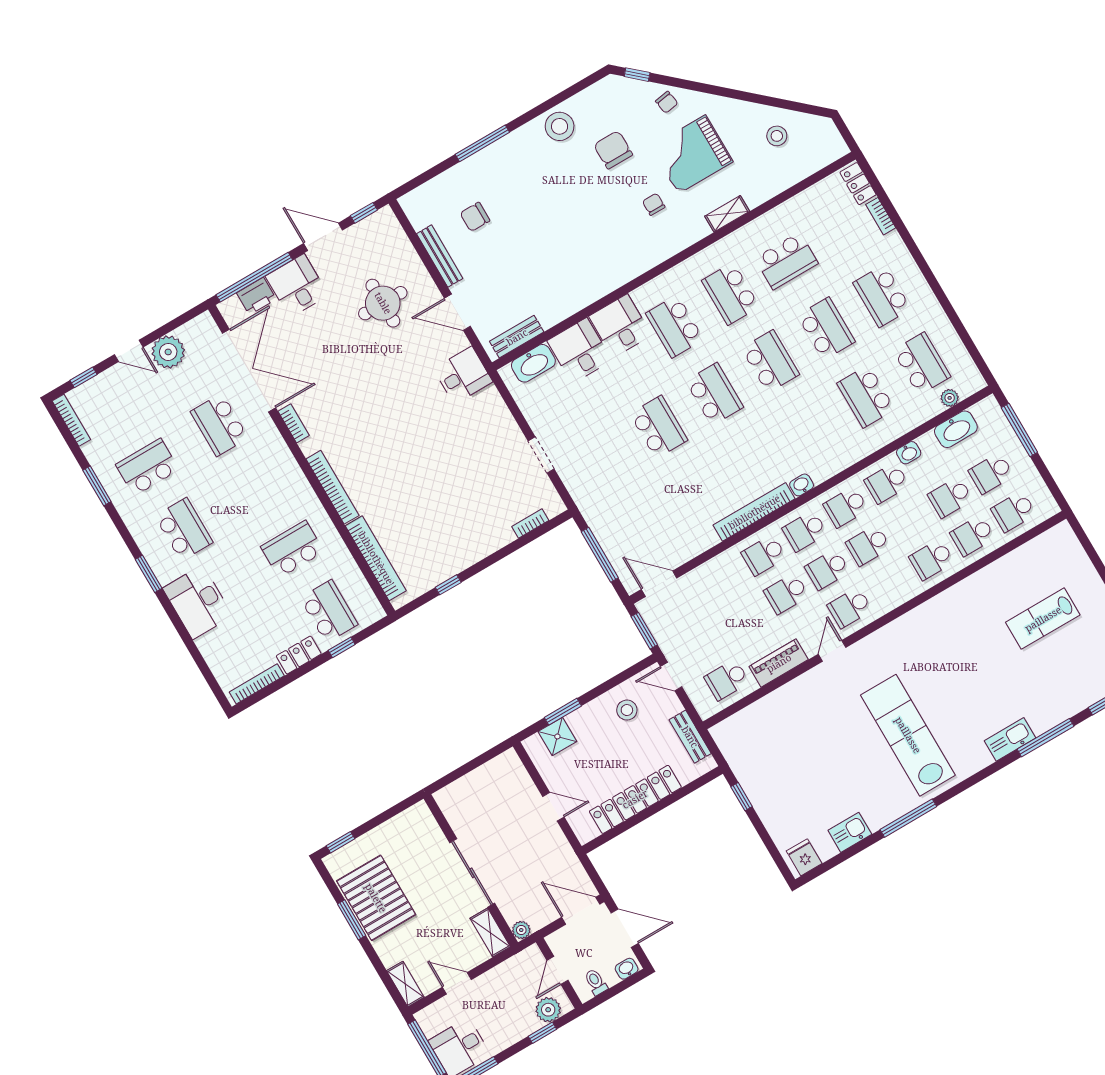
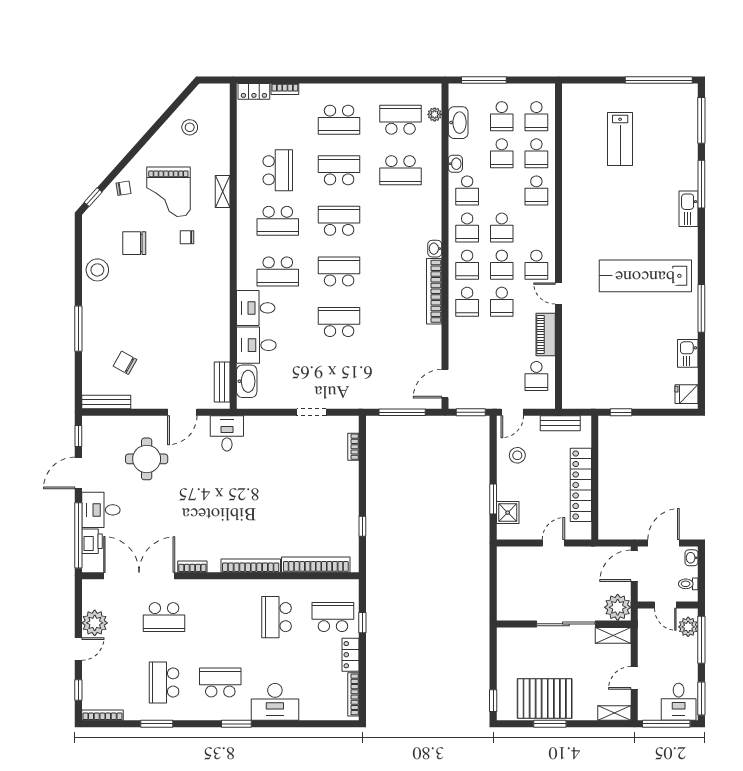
chair: (475, 217) -> (125, 363), turned 119
bench: (440, 256) -> (106, 402), moved
plant: (521, 930) -> (618, 607), width x1.87, depth x1.87
window: (542, 1033) -> (701, 640), width x2.17

